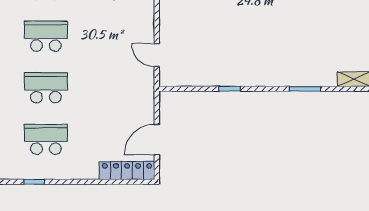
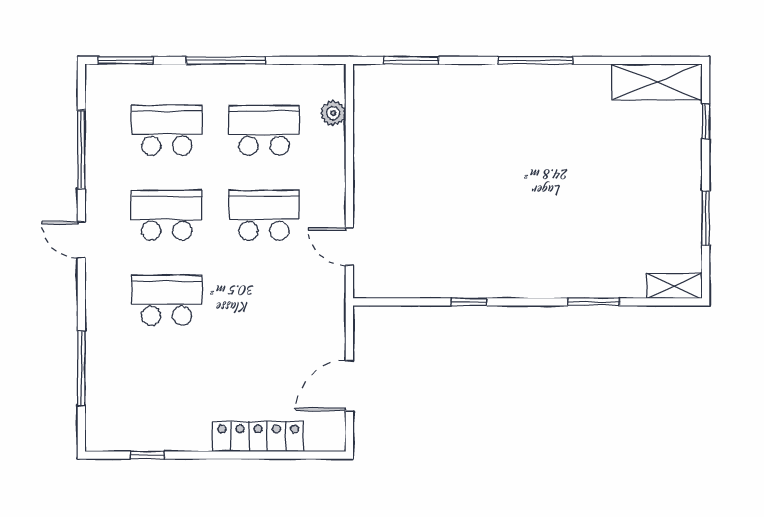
school desk: (46, 139) -> (264, 215), moved
locker: (127, 170) -> (258, 436), moved

